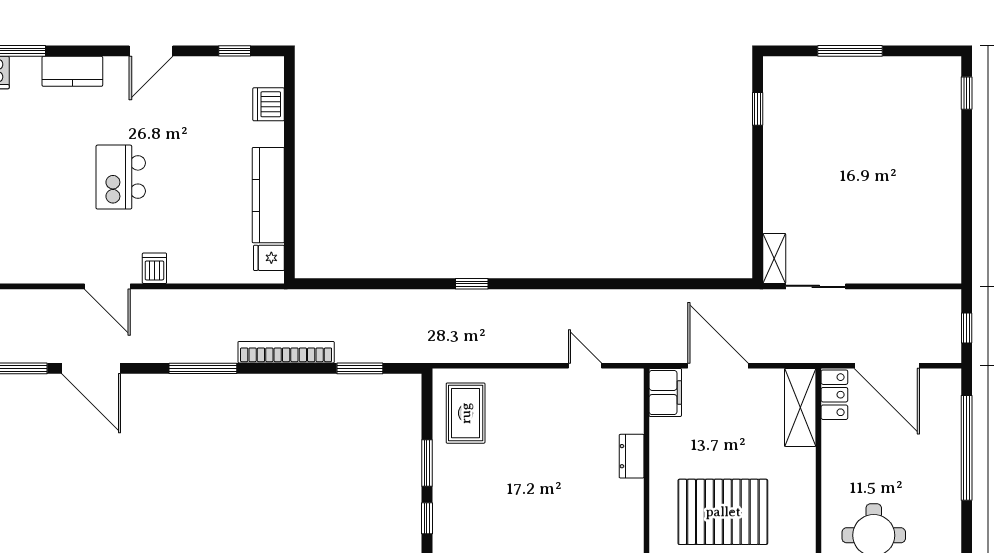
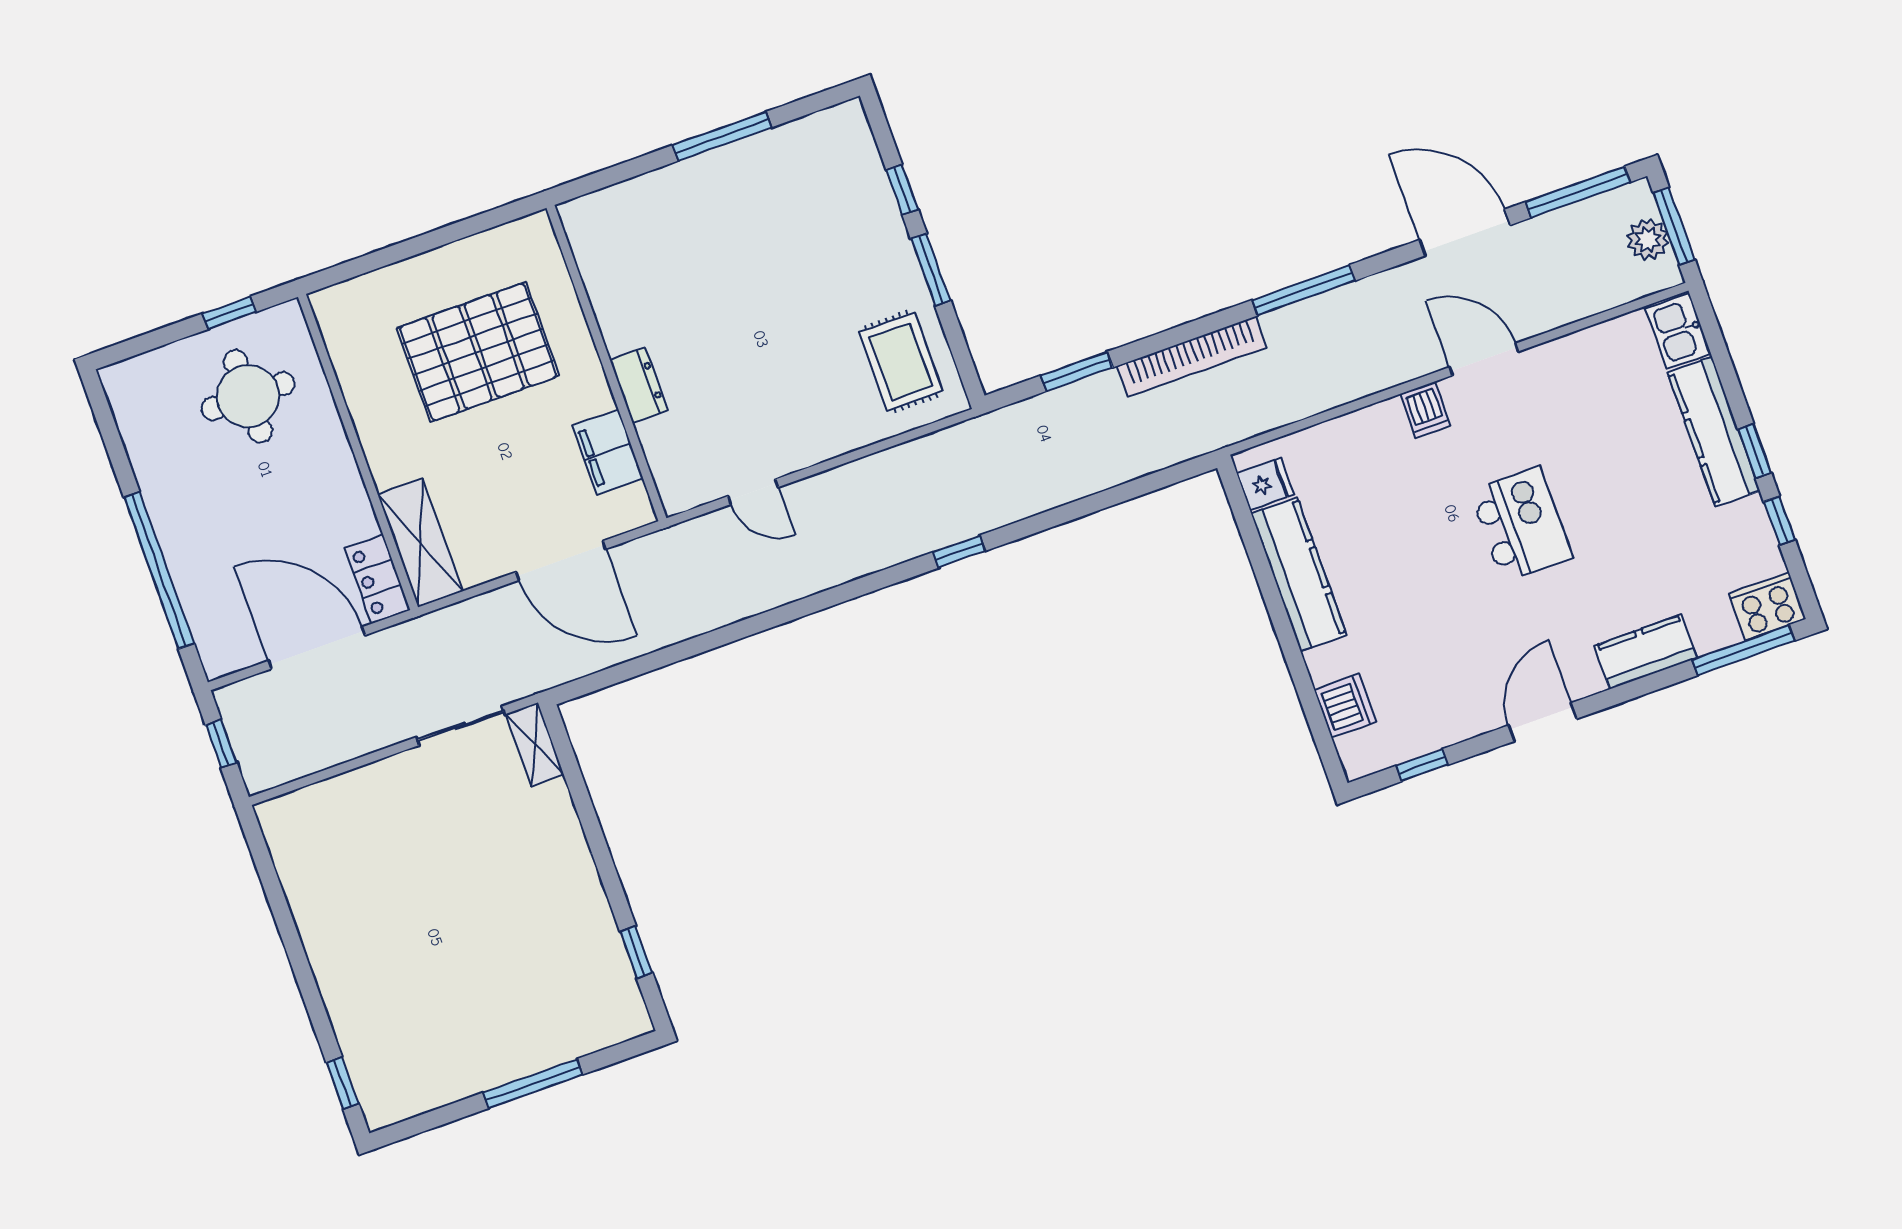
filing cabinet: (665, 392) -> (608, 452), moved

